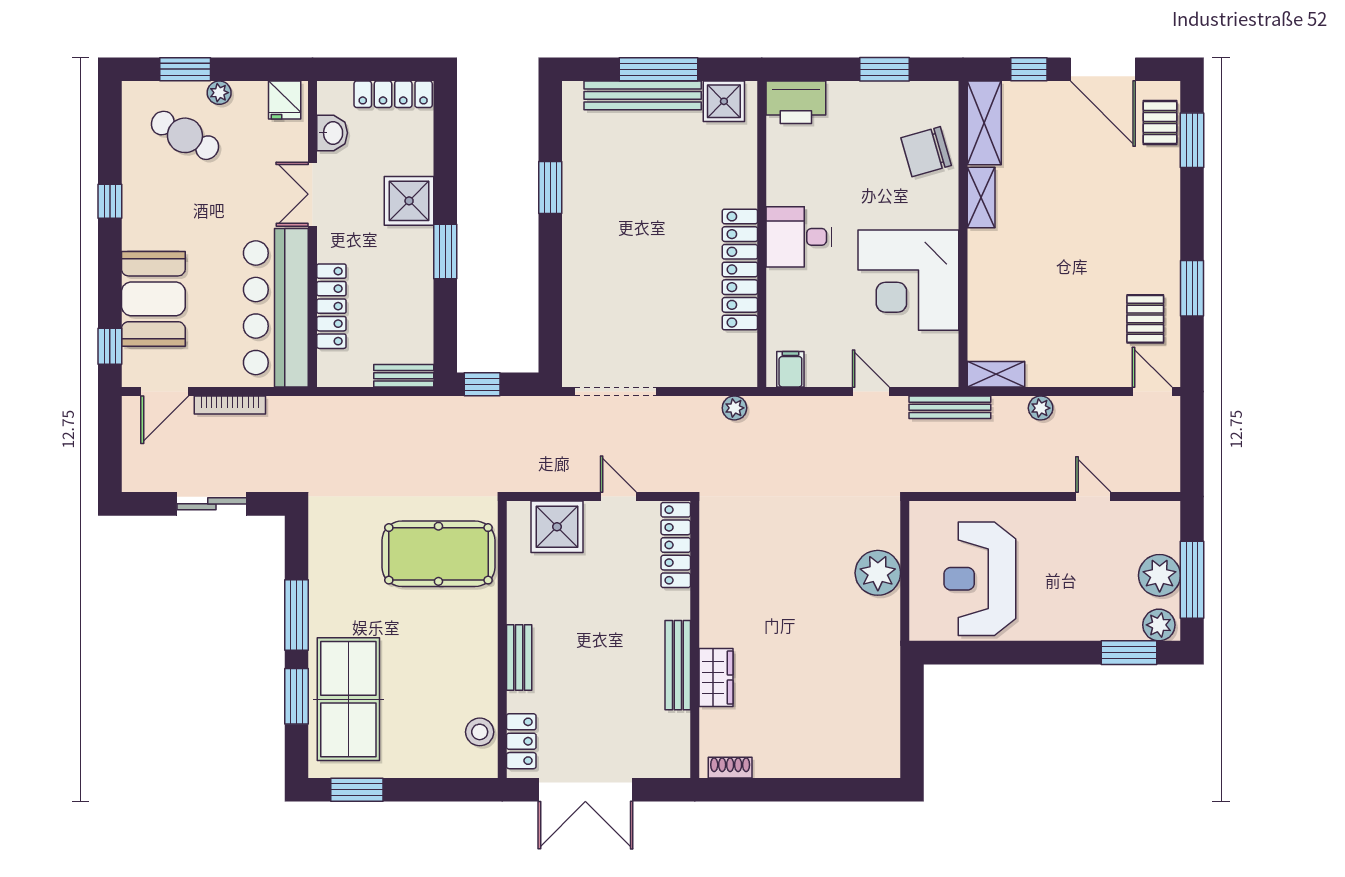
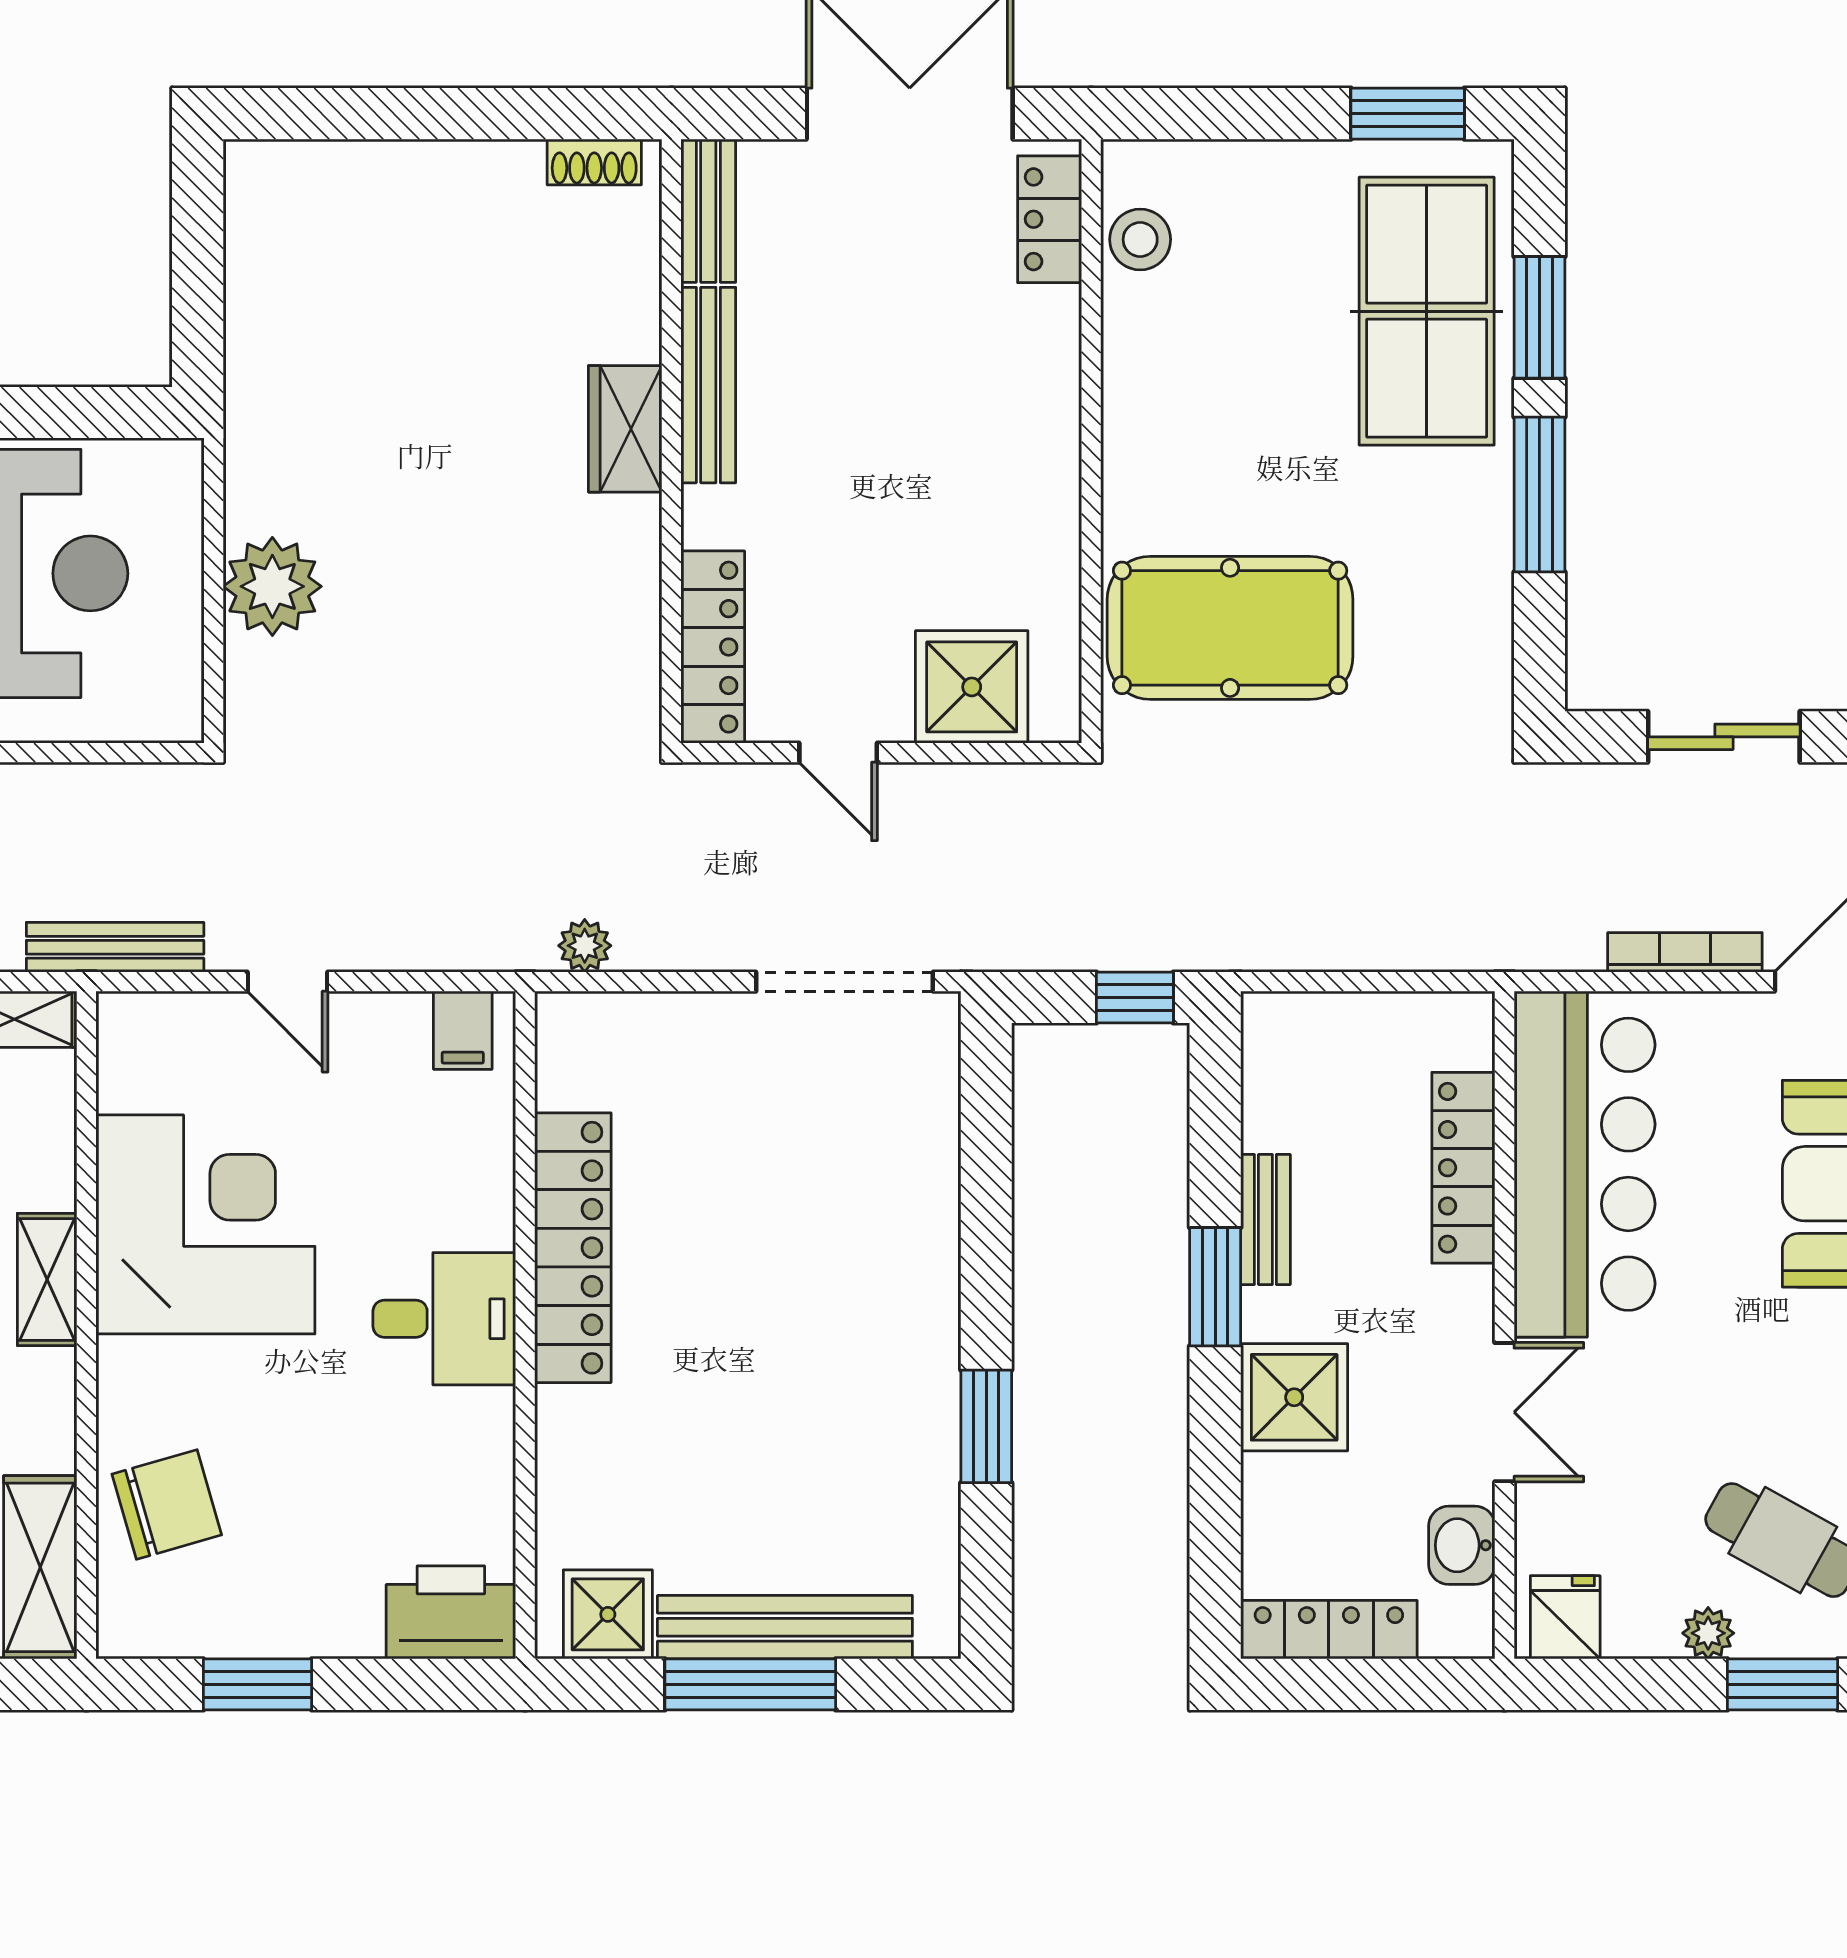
shelving: (981, 198) -> (47, 1279), moved
bench: (404, 376) -> (1265, 1220), moved, turned 90
bench: (519, 657) -> (708, 211), moved
wardrobe: (716, 678) -> (625, 429), moved

